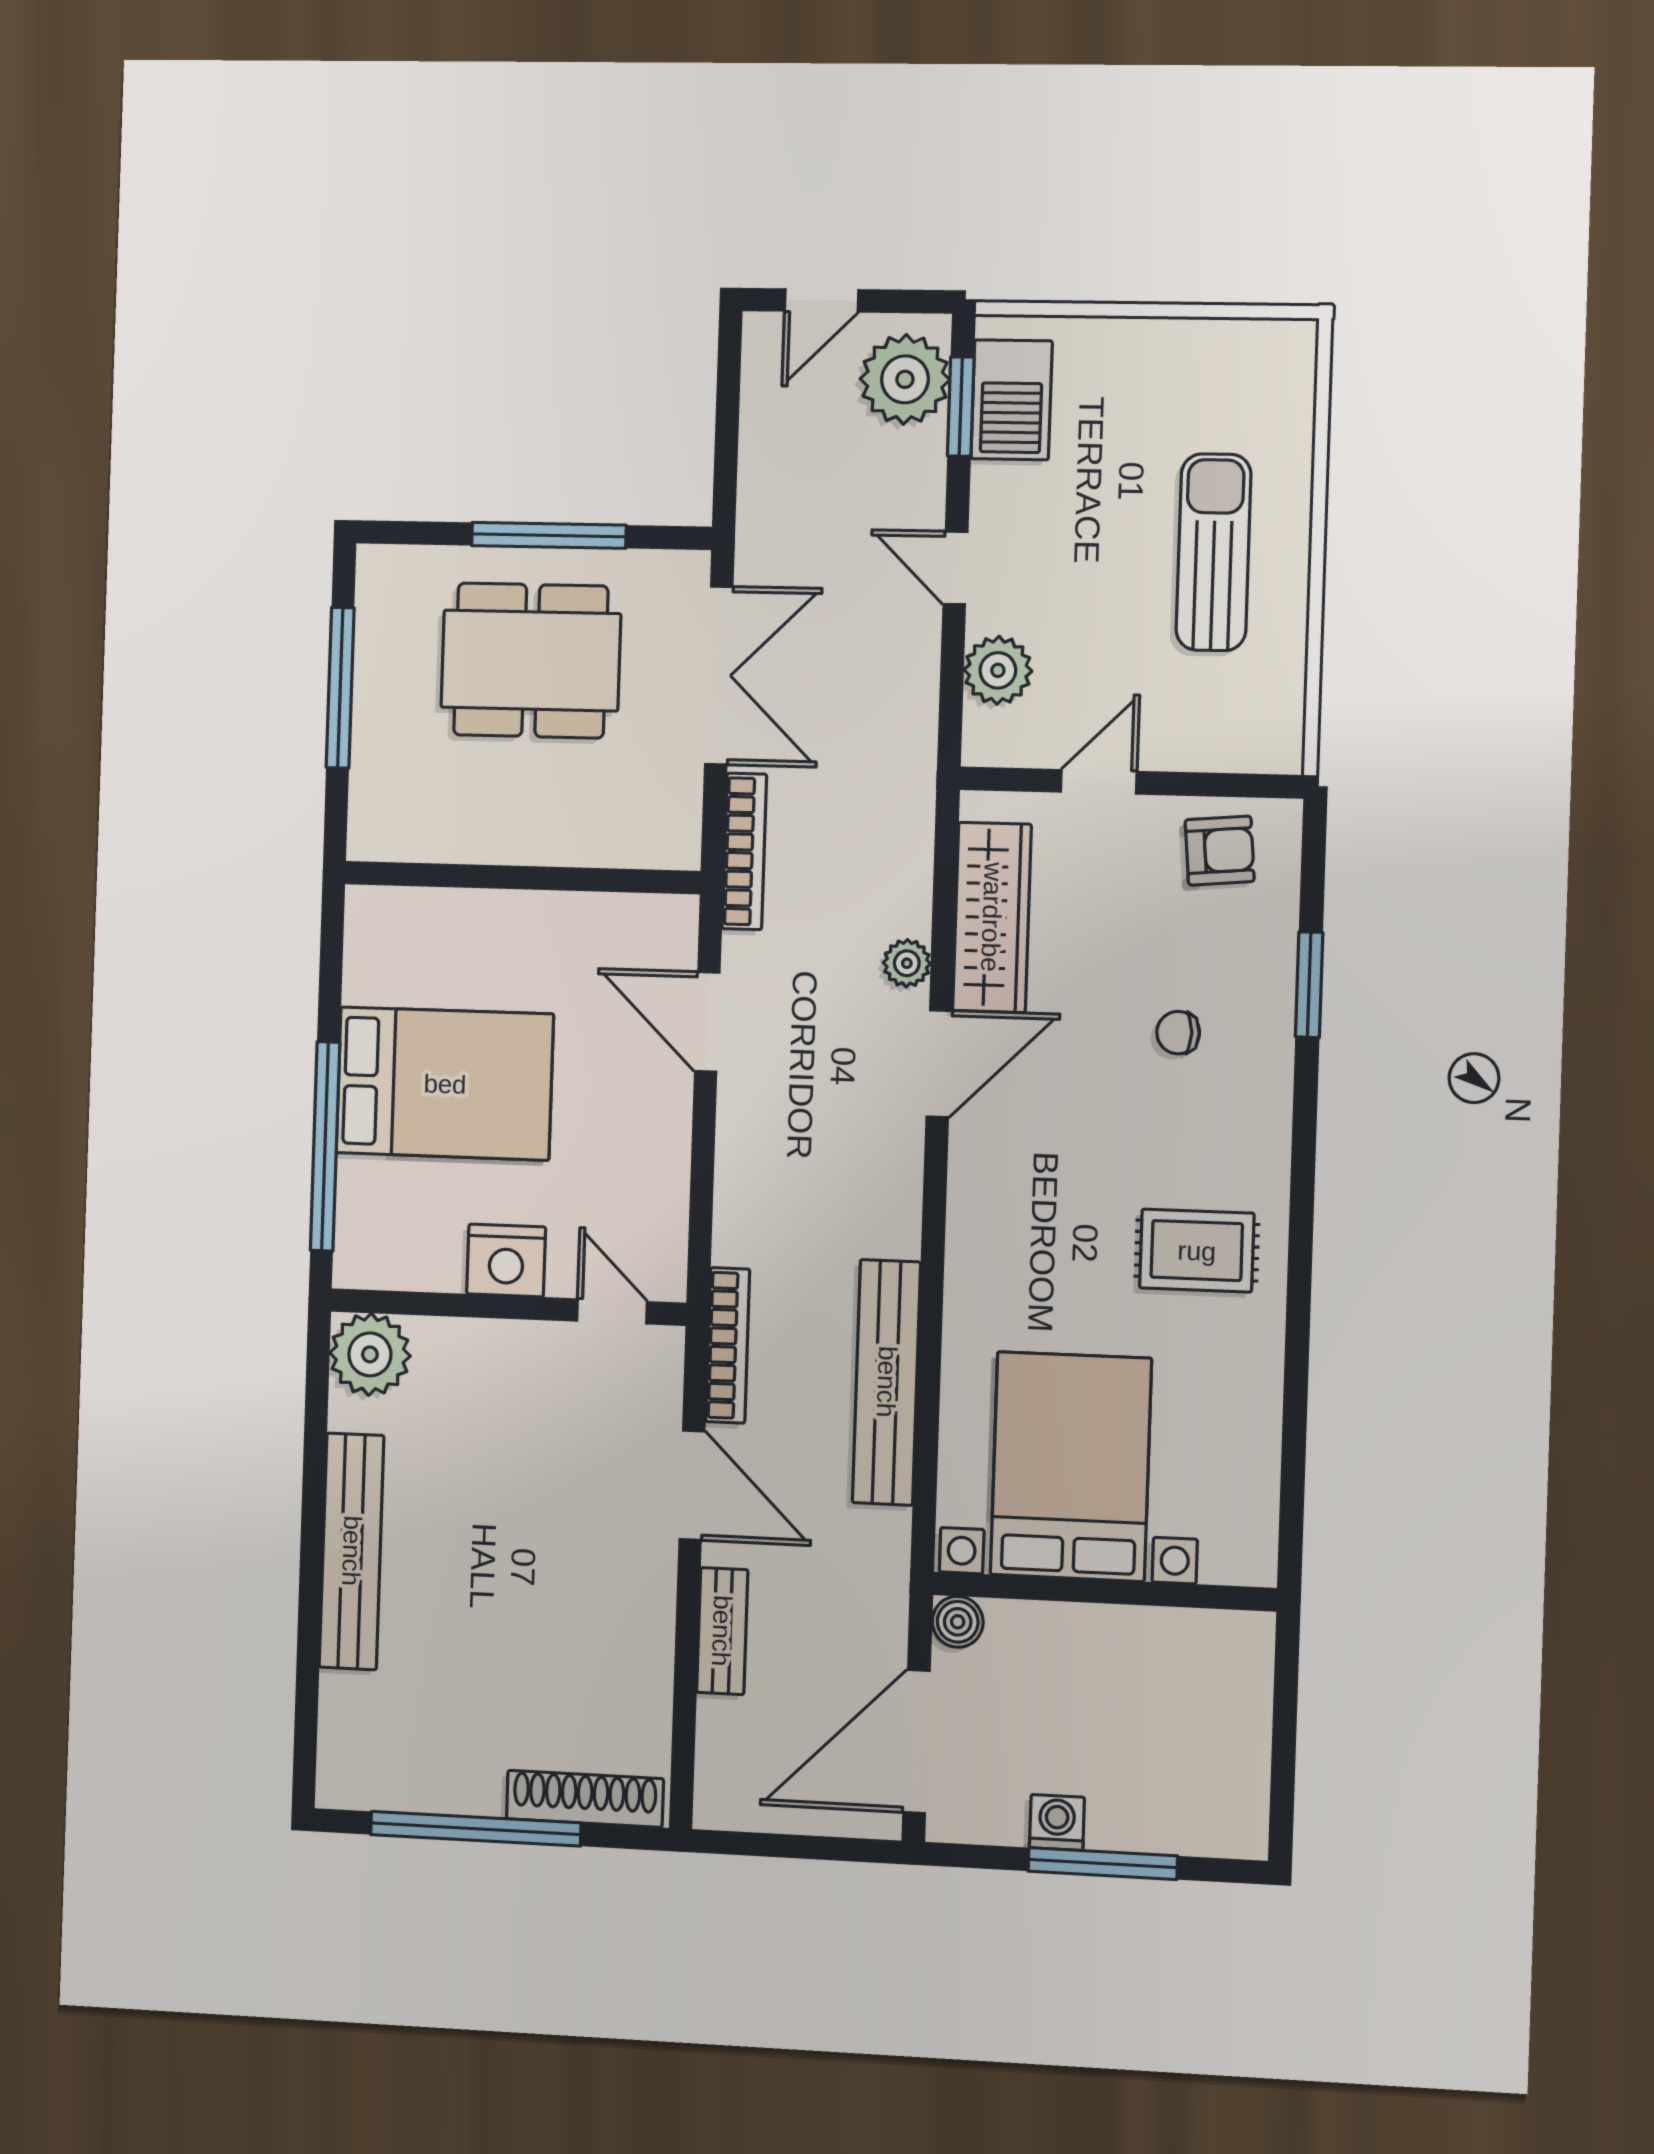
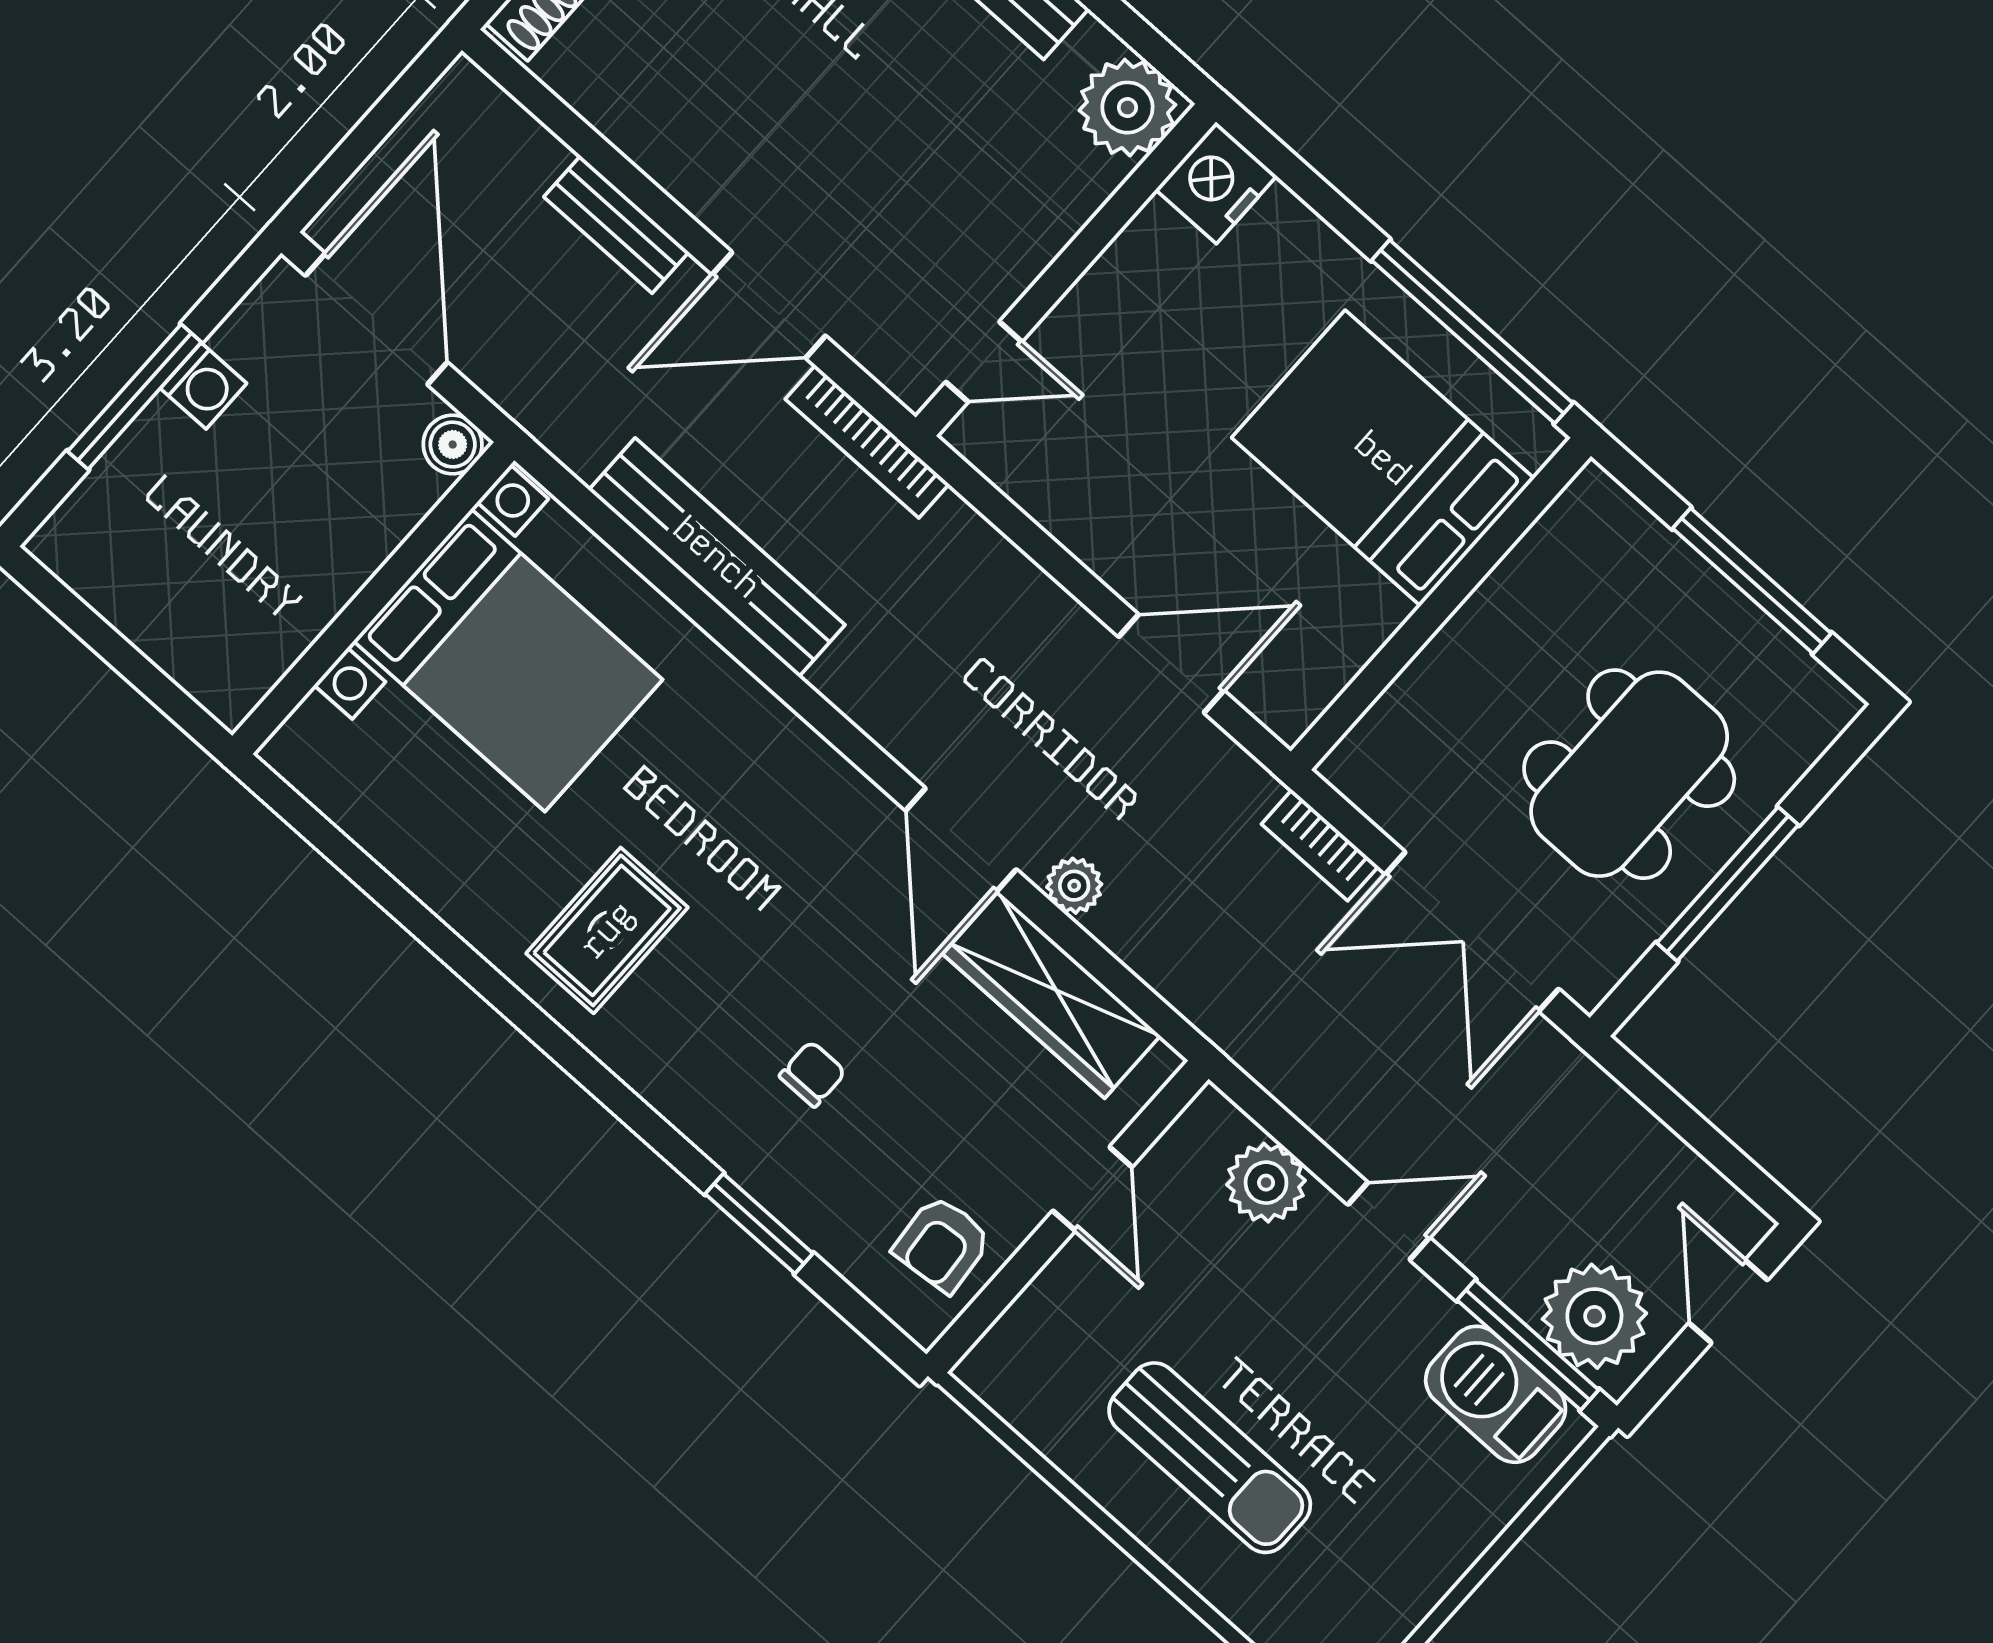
window: (961, 407) -> (1528, 1345), width x1.44
bookcase: (744, 851) -> (1320, 845), width x0.64
bed: (445, 1084) -> (1383, 458), moved, turned 90
window: (325, 1146) -> (1472, 332), moved
nightstand: (506, 1261) -> (1216, 183), moved

